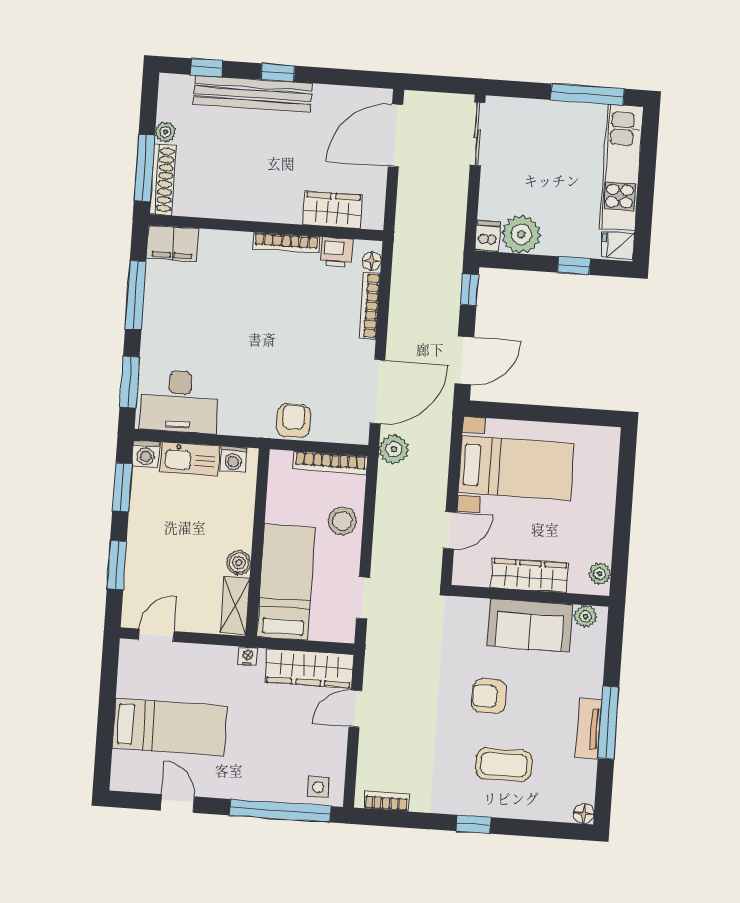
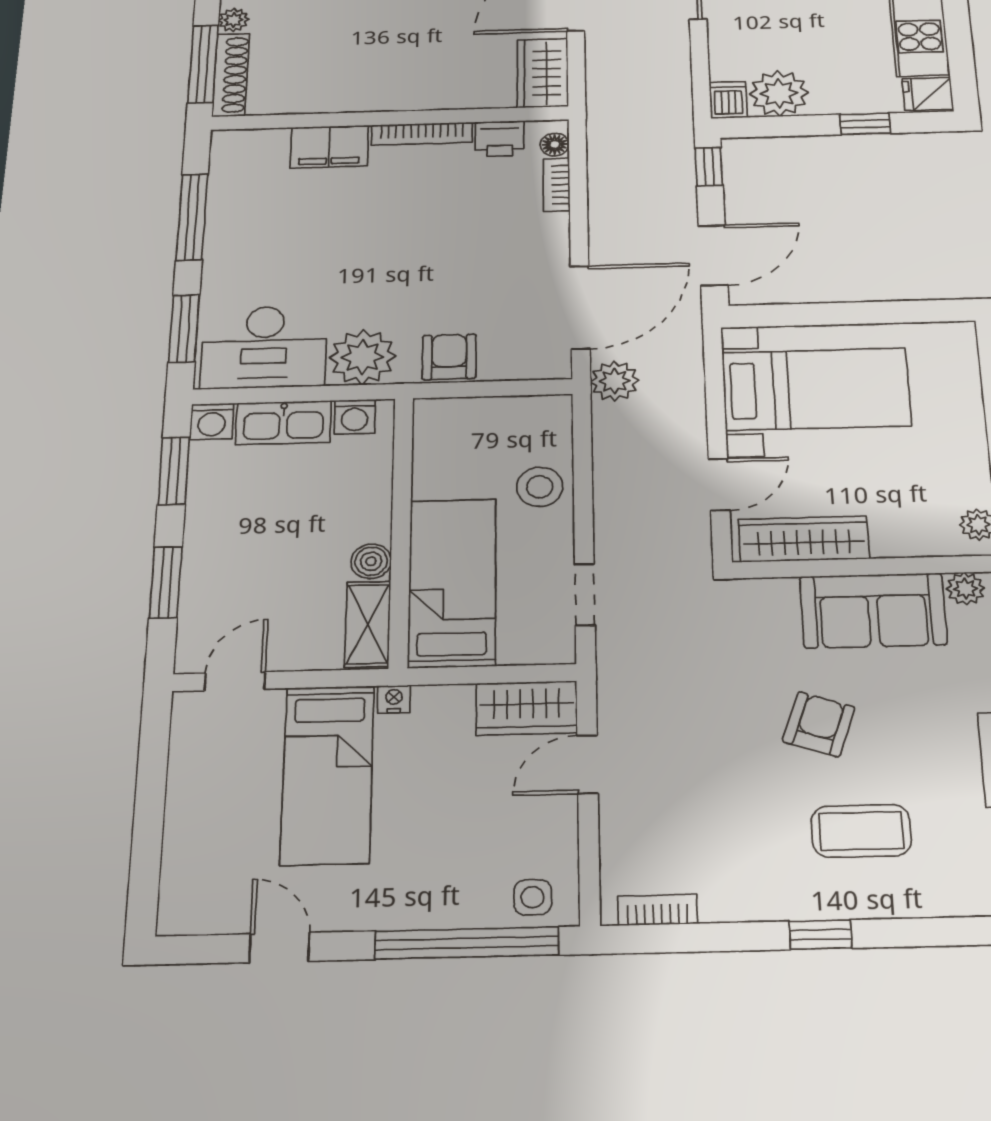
wardrobe: (332, 210) -> (543, 73), moved, turned -90
filing cabinet: (173, 243) -> (329, 147), moved
bookcase: (369, 306) -> (556, 185), width x0.64
plant: (240, 415) -> (363, 357), added
bookcase: (331, 463) -> (513, 408), removed
wardrobe: (530, 576) -> (804, 539), moved
wardrobe: (309, 668) -> (527, 708), width x0.67
armchair: (489, 696) -> (819, 724), turned 108
bed: (170, 727) -> (328, 774), moved, turned 90

